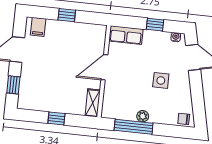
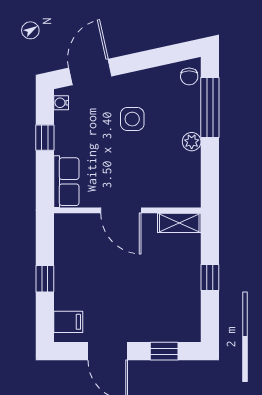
window: (134, 127) -> (210, 108), moved

